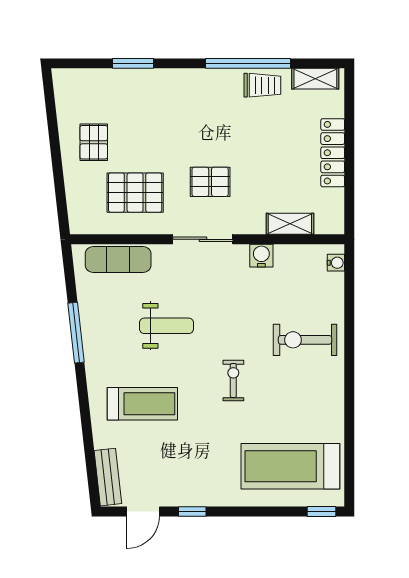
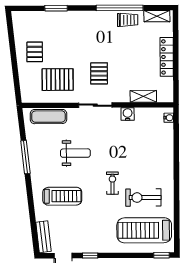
pallet: (210, 182) -> (99, 73), turned 90
exercise bike: (305, 340) -> (143, 198), moved

